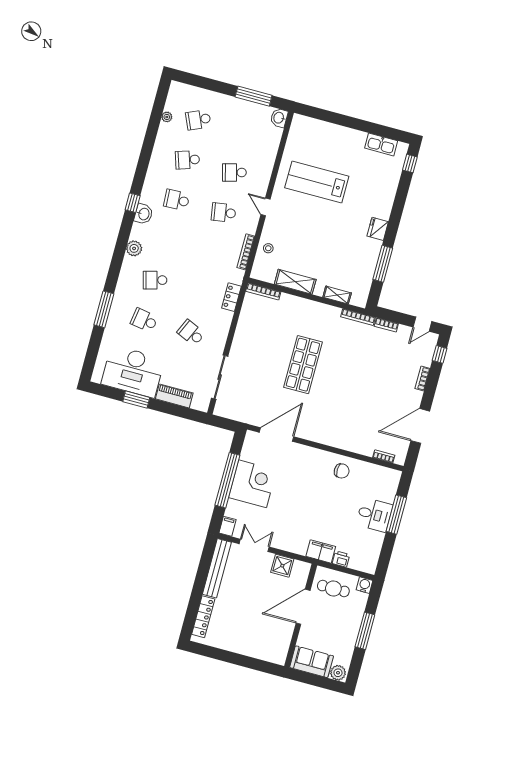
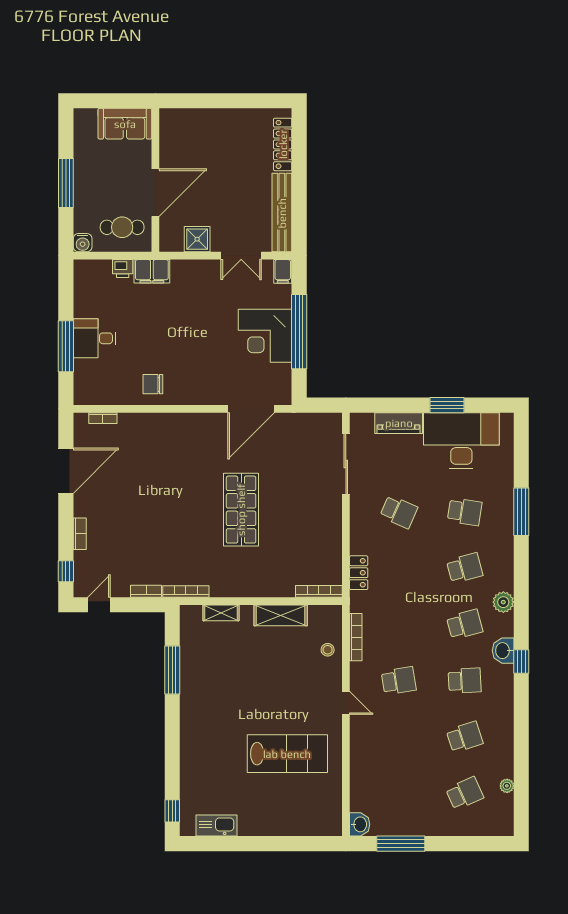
school desk: (234, 172) -> (465, 624), moved
fridge: (378, 229) -> (191, 714), removed
plant: (338, 673) -> (86, 119), removed

